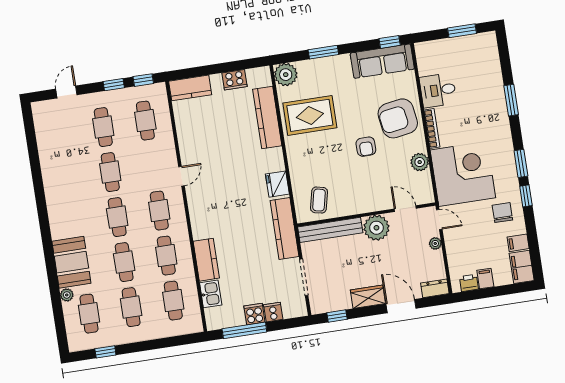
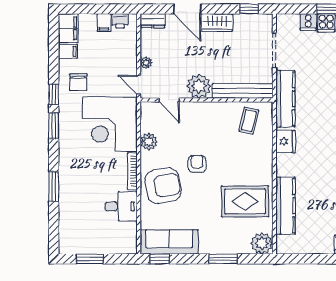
cooker: (234, 80) -> (311, 246), removed

